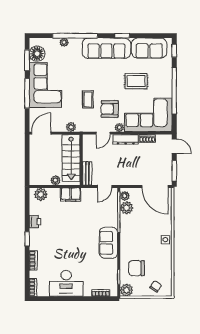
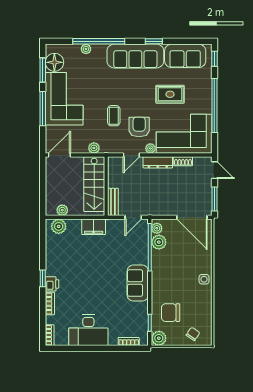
armchair: (110, 109) -> (139, 127), turned 90
plant: (56, 180) -> (62, 210), moved
printer: (35, 222) -> (52, 284), moved

